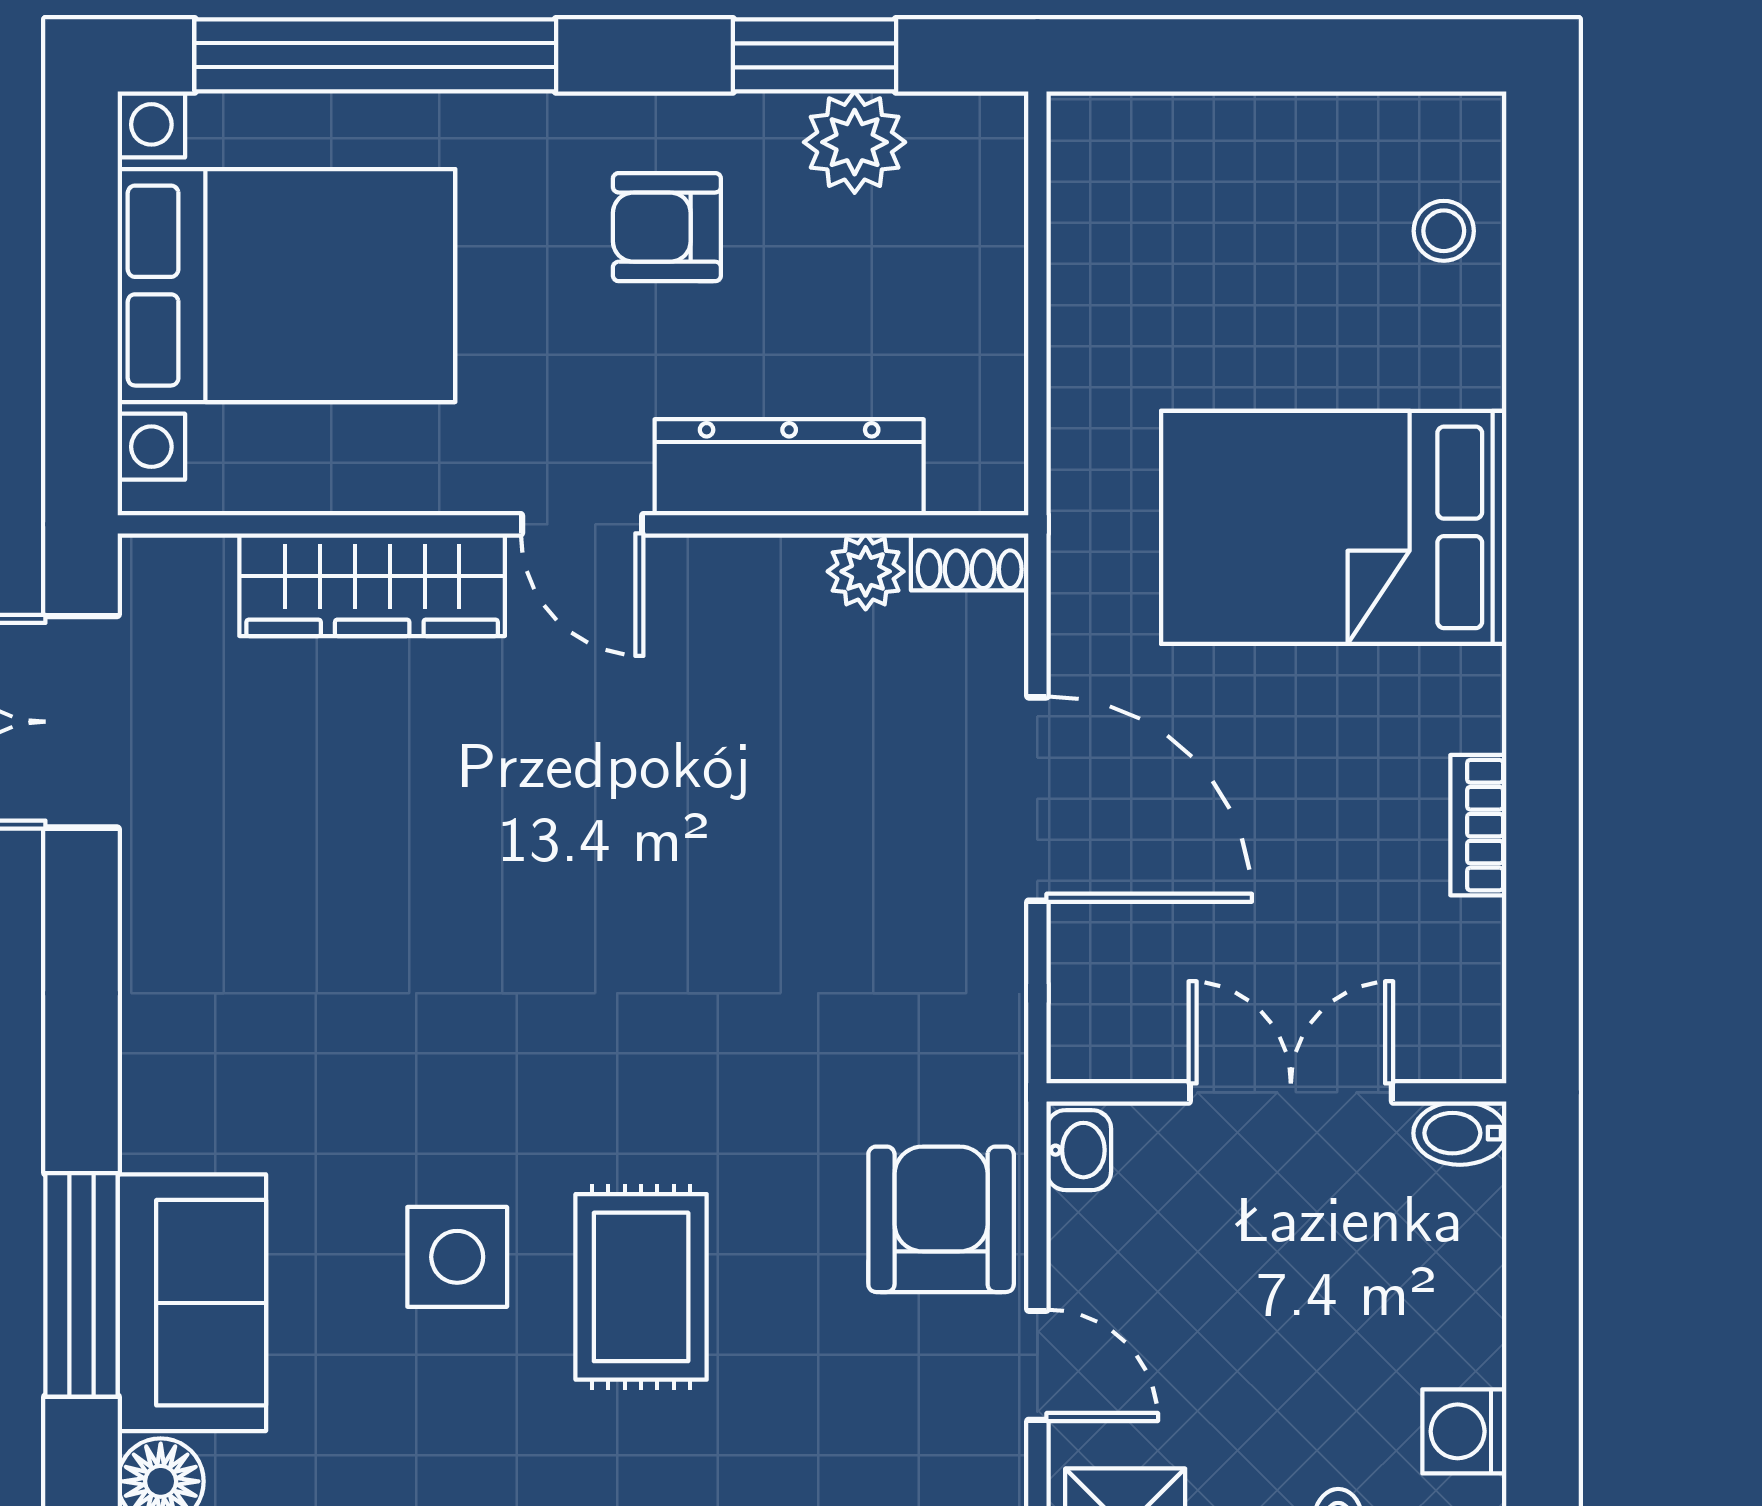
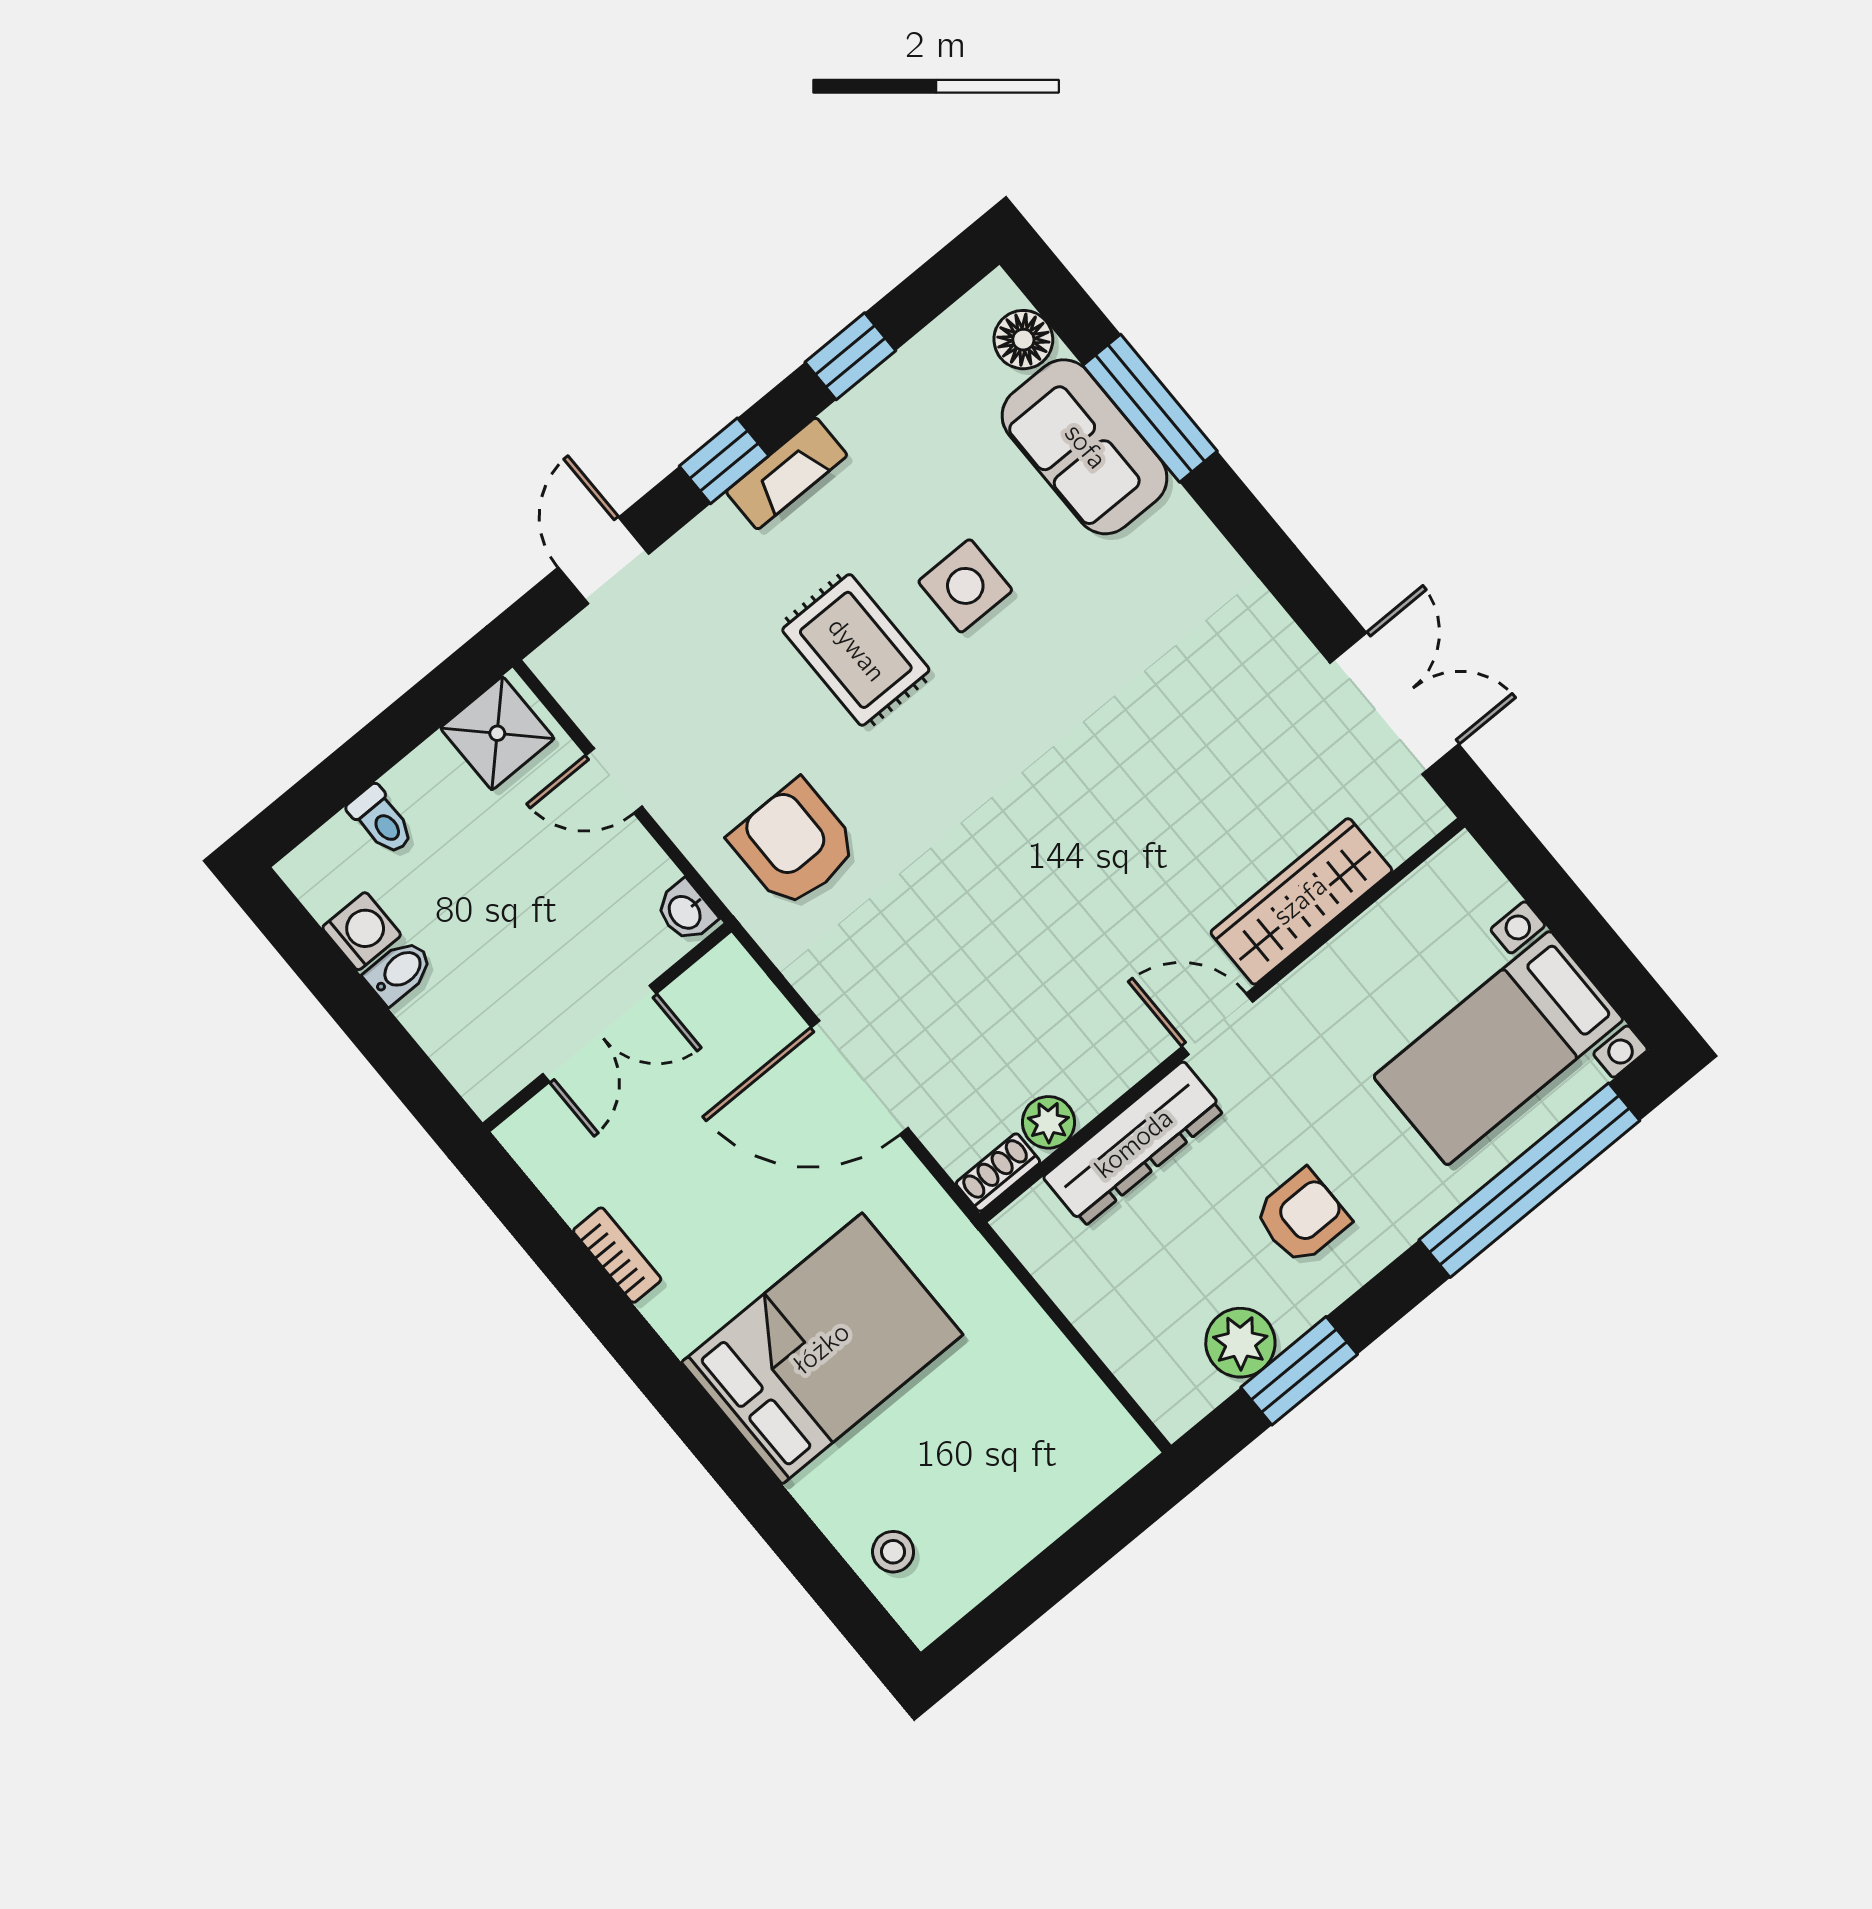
bed with nightstands: (286, 286) -> (1498, 1048), width x0.73
bidet: (1460, 1133) -> (399, 972), moved
armchair: (941, 1219) -> (794, 844), moved, turned 180

